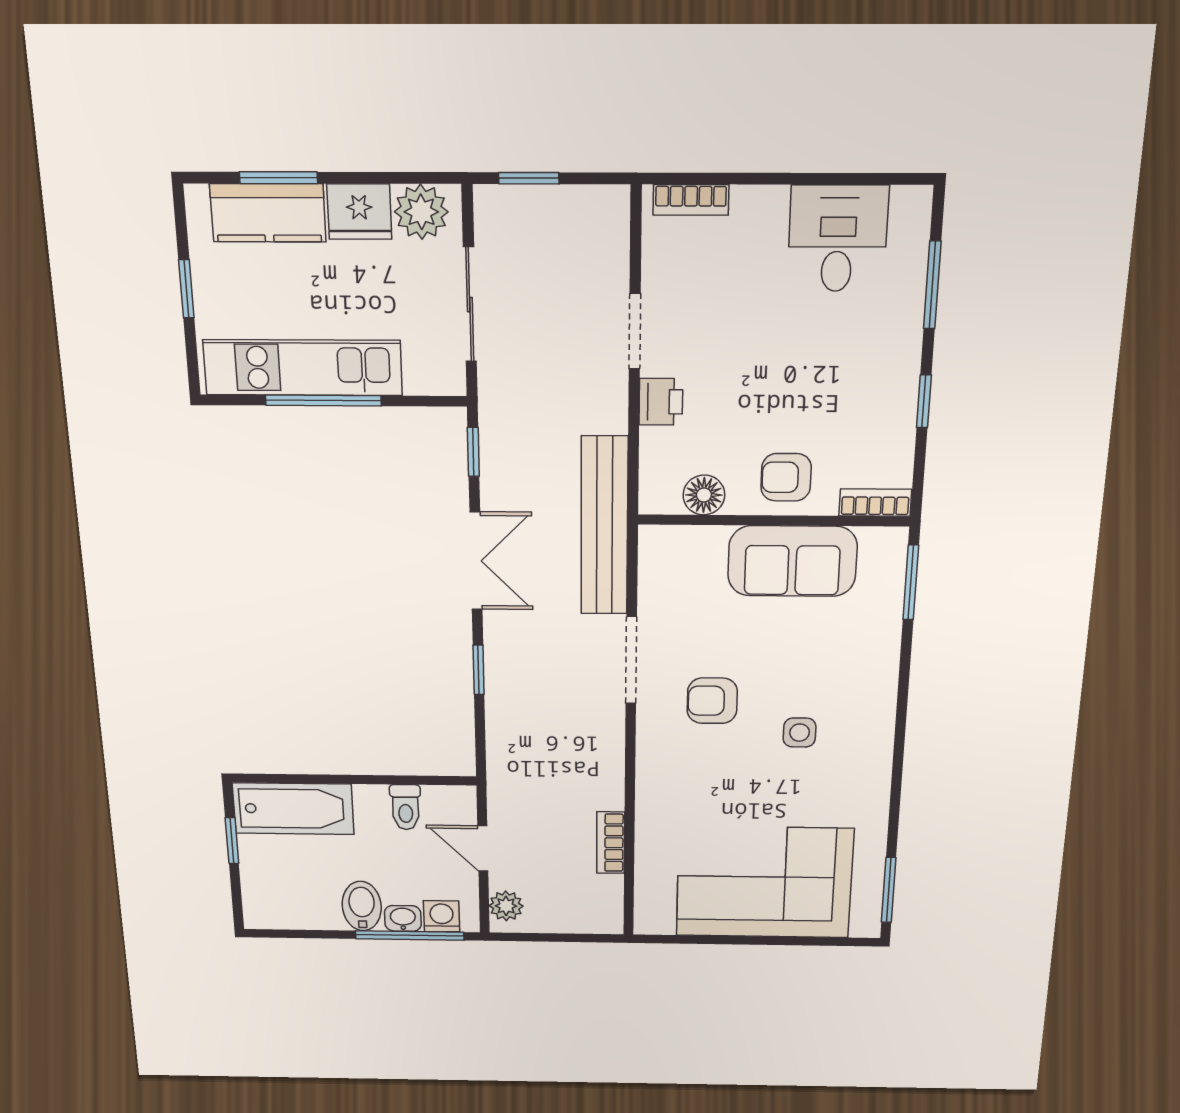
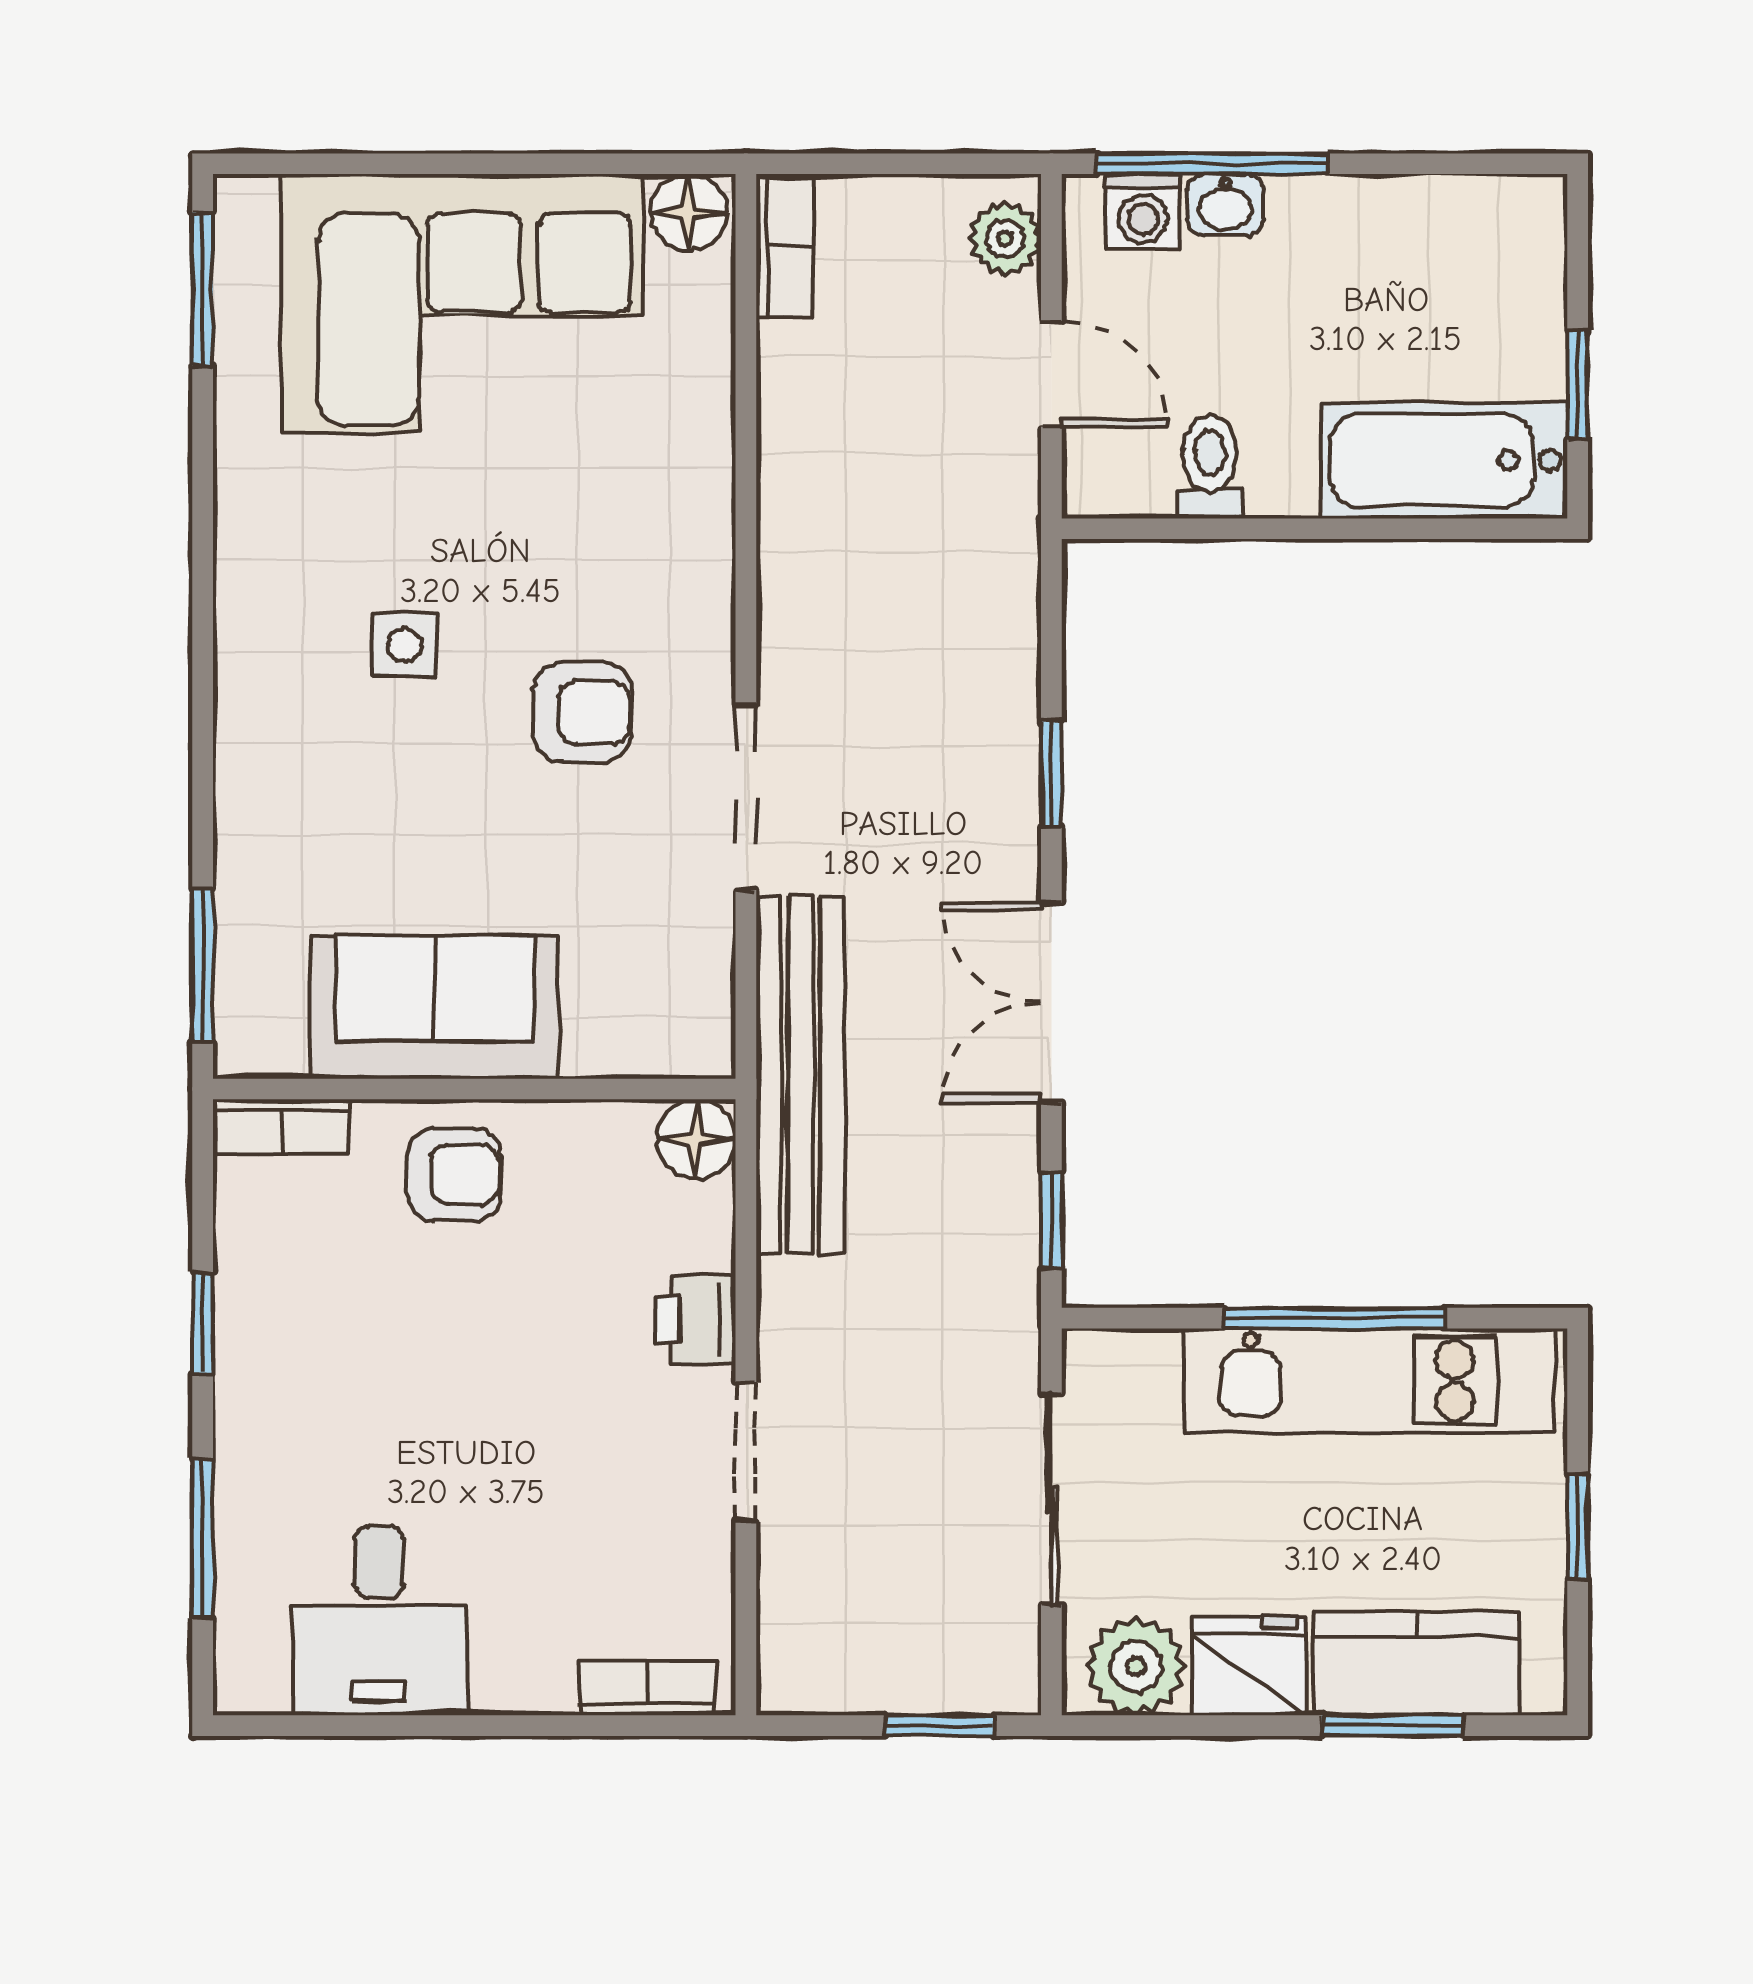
floor lamp: (704, 495) -> (696, 1139), moved
bookcase: (611, 843) -> (785, 245), moved
bidet: (362, 906) -> (1312, 233), removed
floor lamp: (656, 919) -> (688, 212), added

